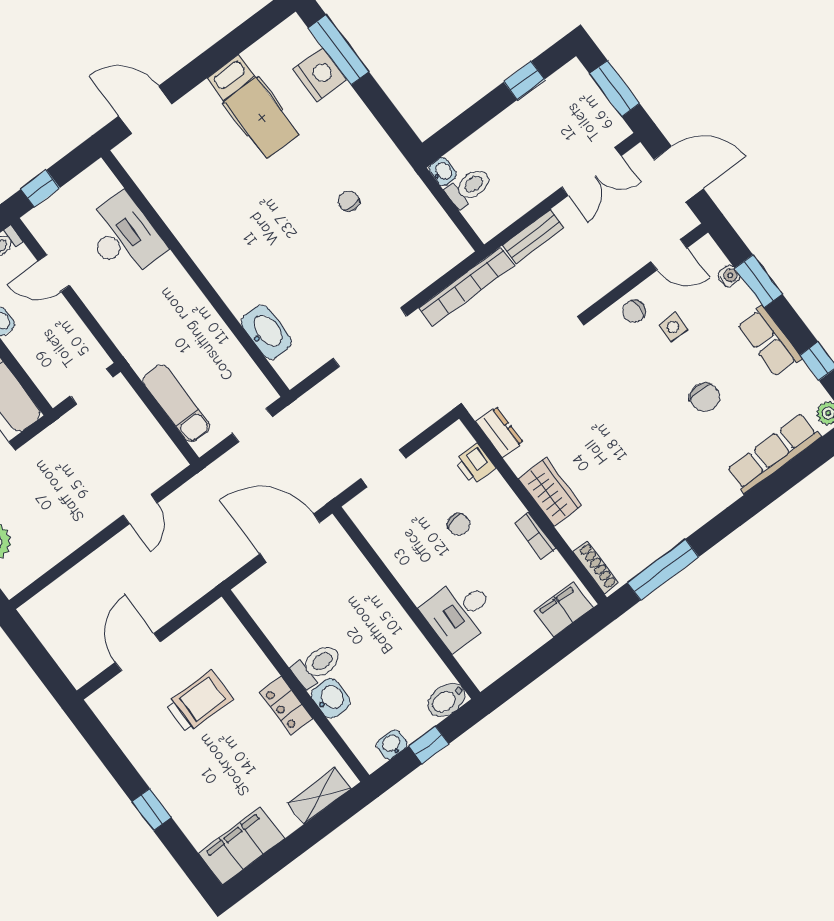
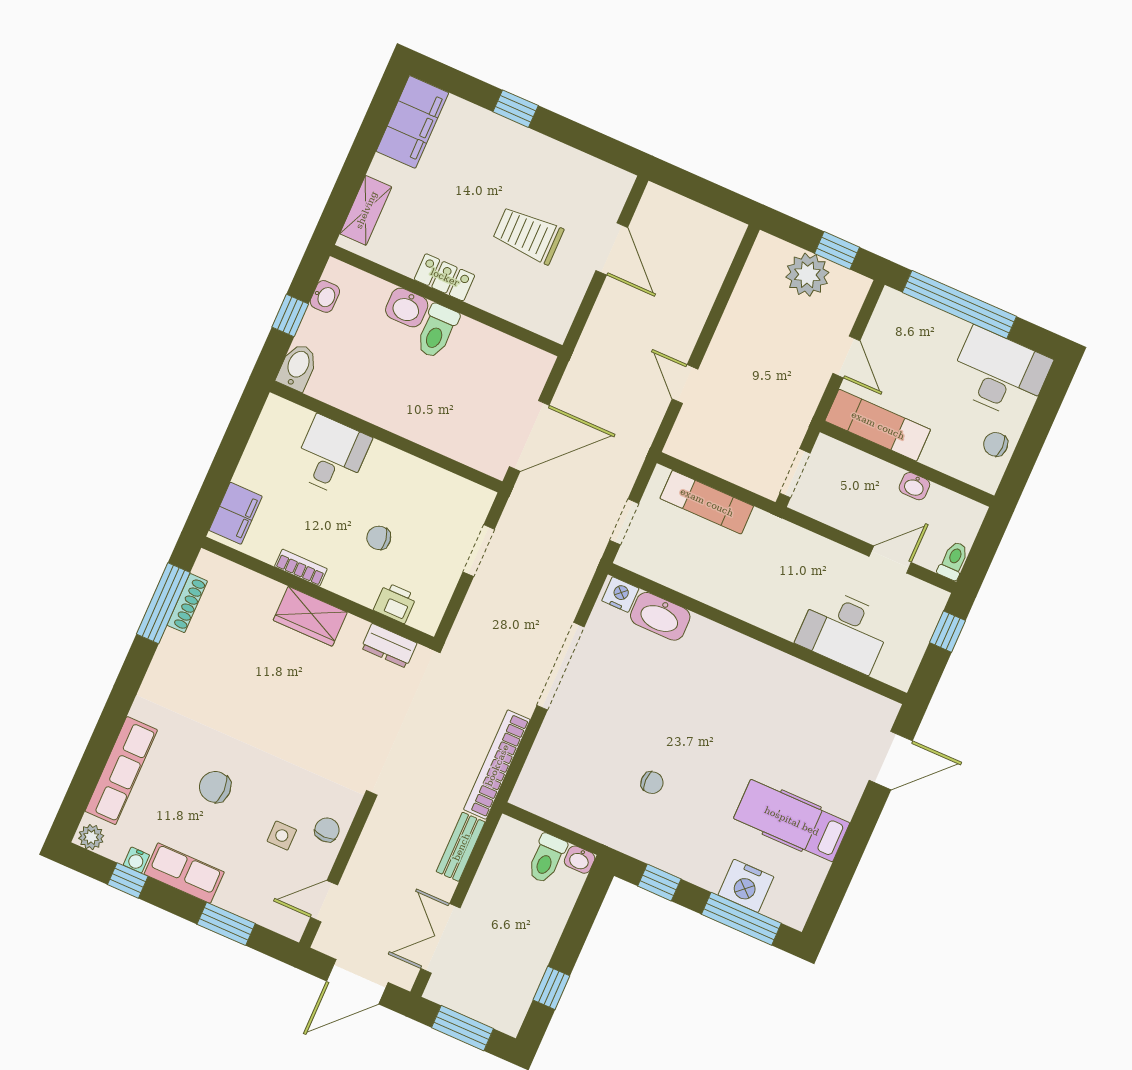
window: (389, 117) -> (659, 883), added
water cooler: (729, 276) -> (136, 860), moved
nightstand: (289, 368) -> (620, 595), added
shoe rack: (596, 567) -> (187, 603), moved, turned -90
trolley: (199, 702) -> (528, 235), turned 90

